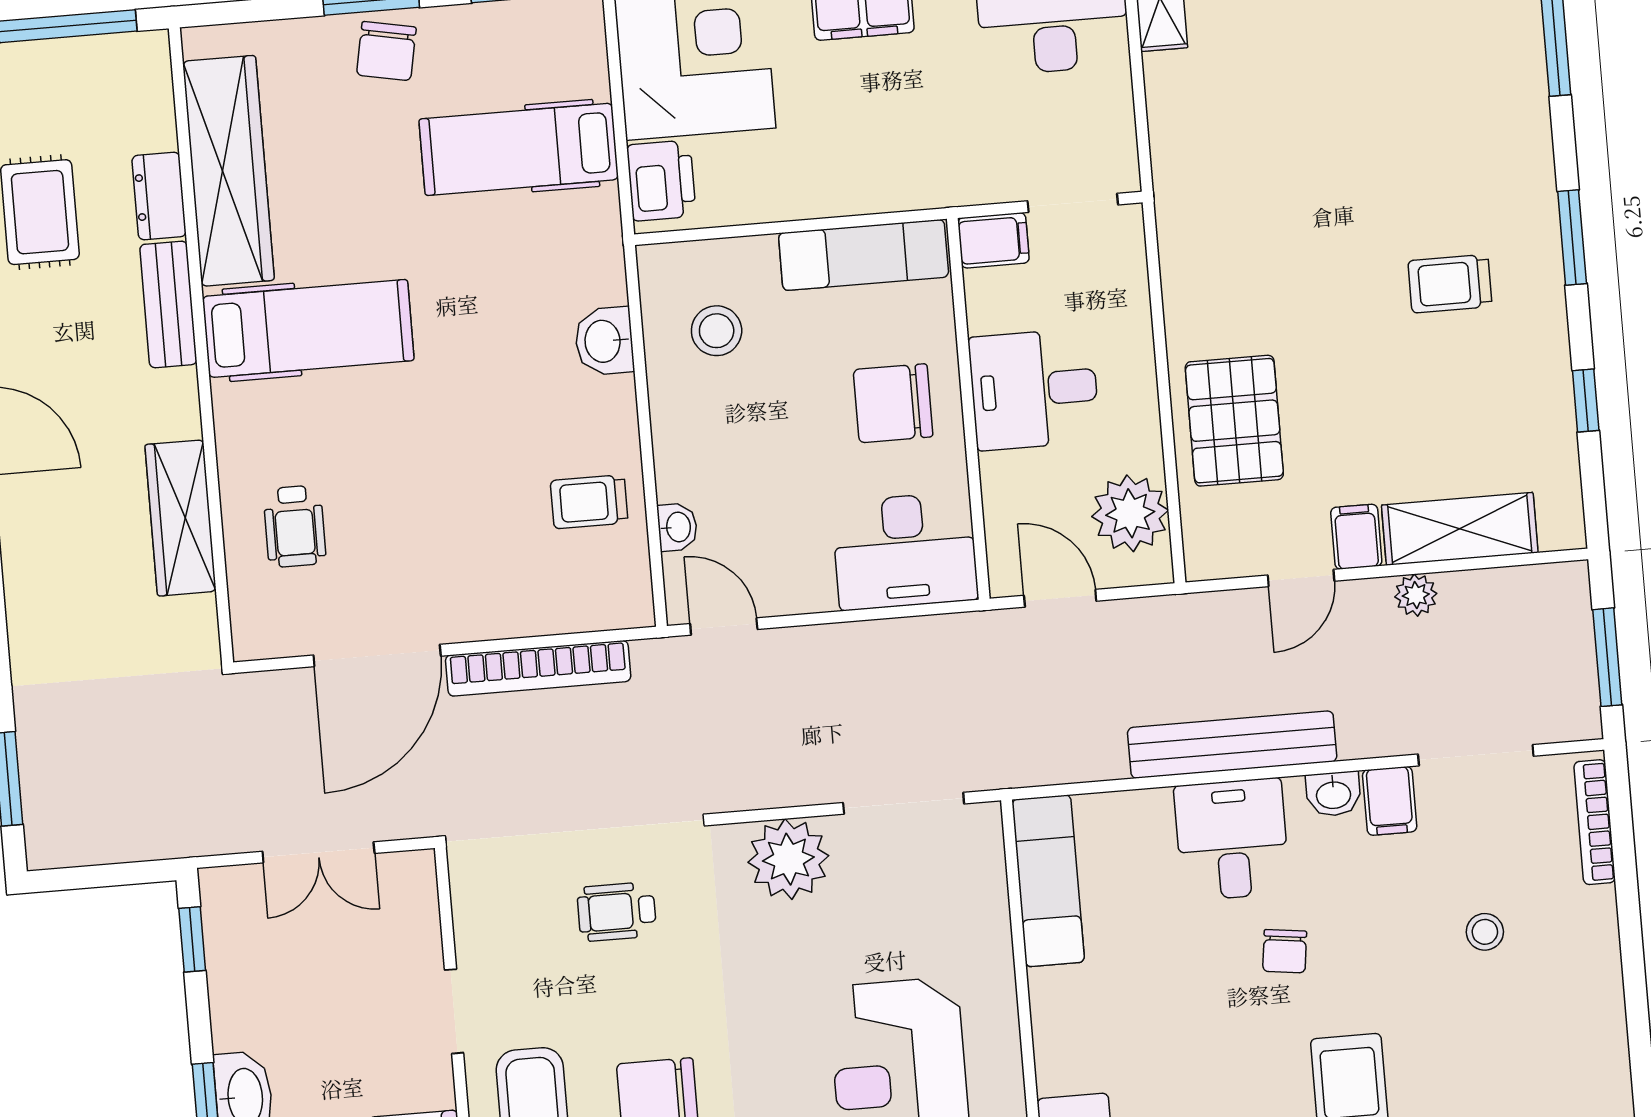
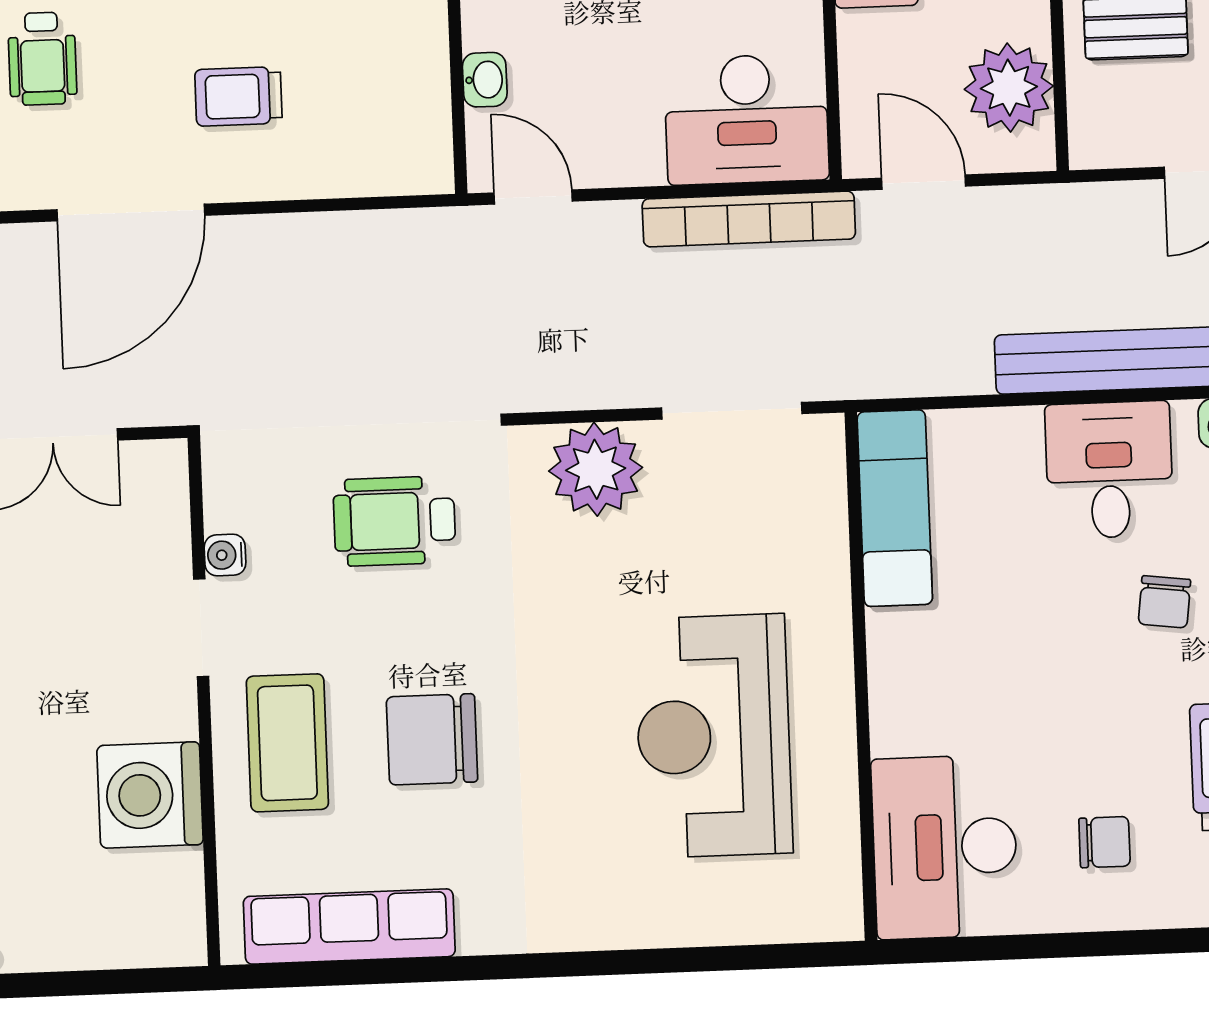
trolley: (589, 502) -> (238, 96), moved
bookcase: (538, 668) -> (749, 219), moved
wheelchair: (617, 912) -> (394, 521), width x1.36, depth x1.37
water cooler: (472, 948) -> (225, 555), added

